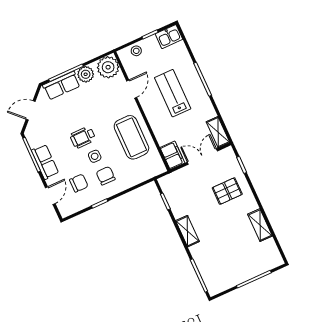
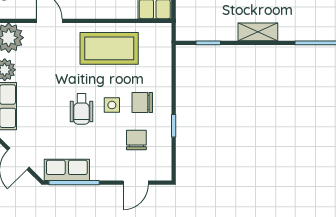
row of seats: (45, 162) -> (67, 170), moved
door: (50, 196) -> (136, 183), swing flipped

